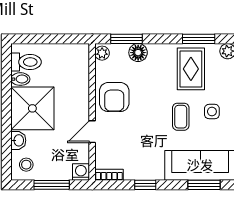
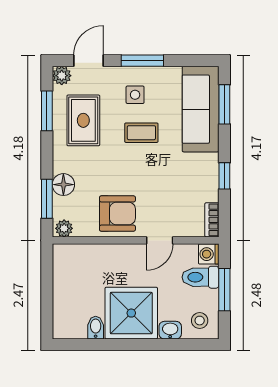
toilet: (26, 62) -> (200, 277), moved, turned -90
rug: (191, 69) -> (83, 120), turned 90
door: (92, 132) -> (160, 240), hinge flipped

